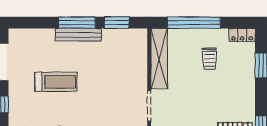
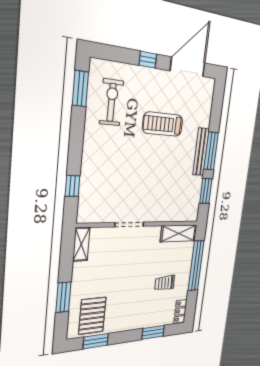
shelving: (159, 59) -> (179, 233), width x0.68
treadmill: (56, 82) -> (163, 124), turned 90

